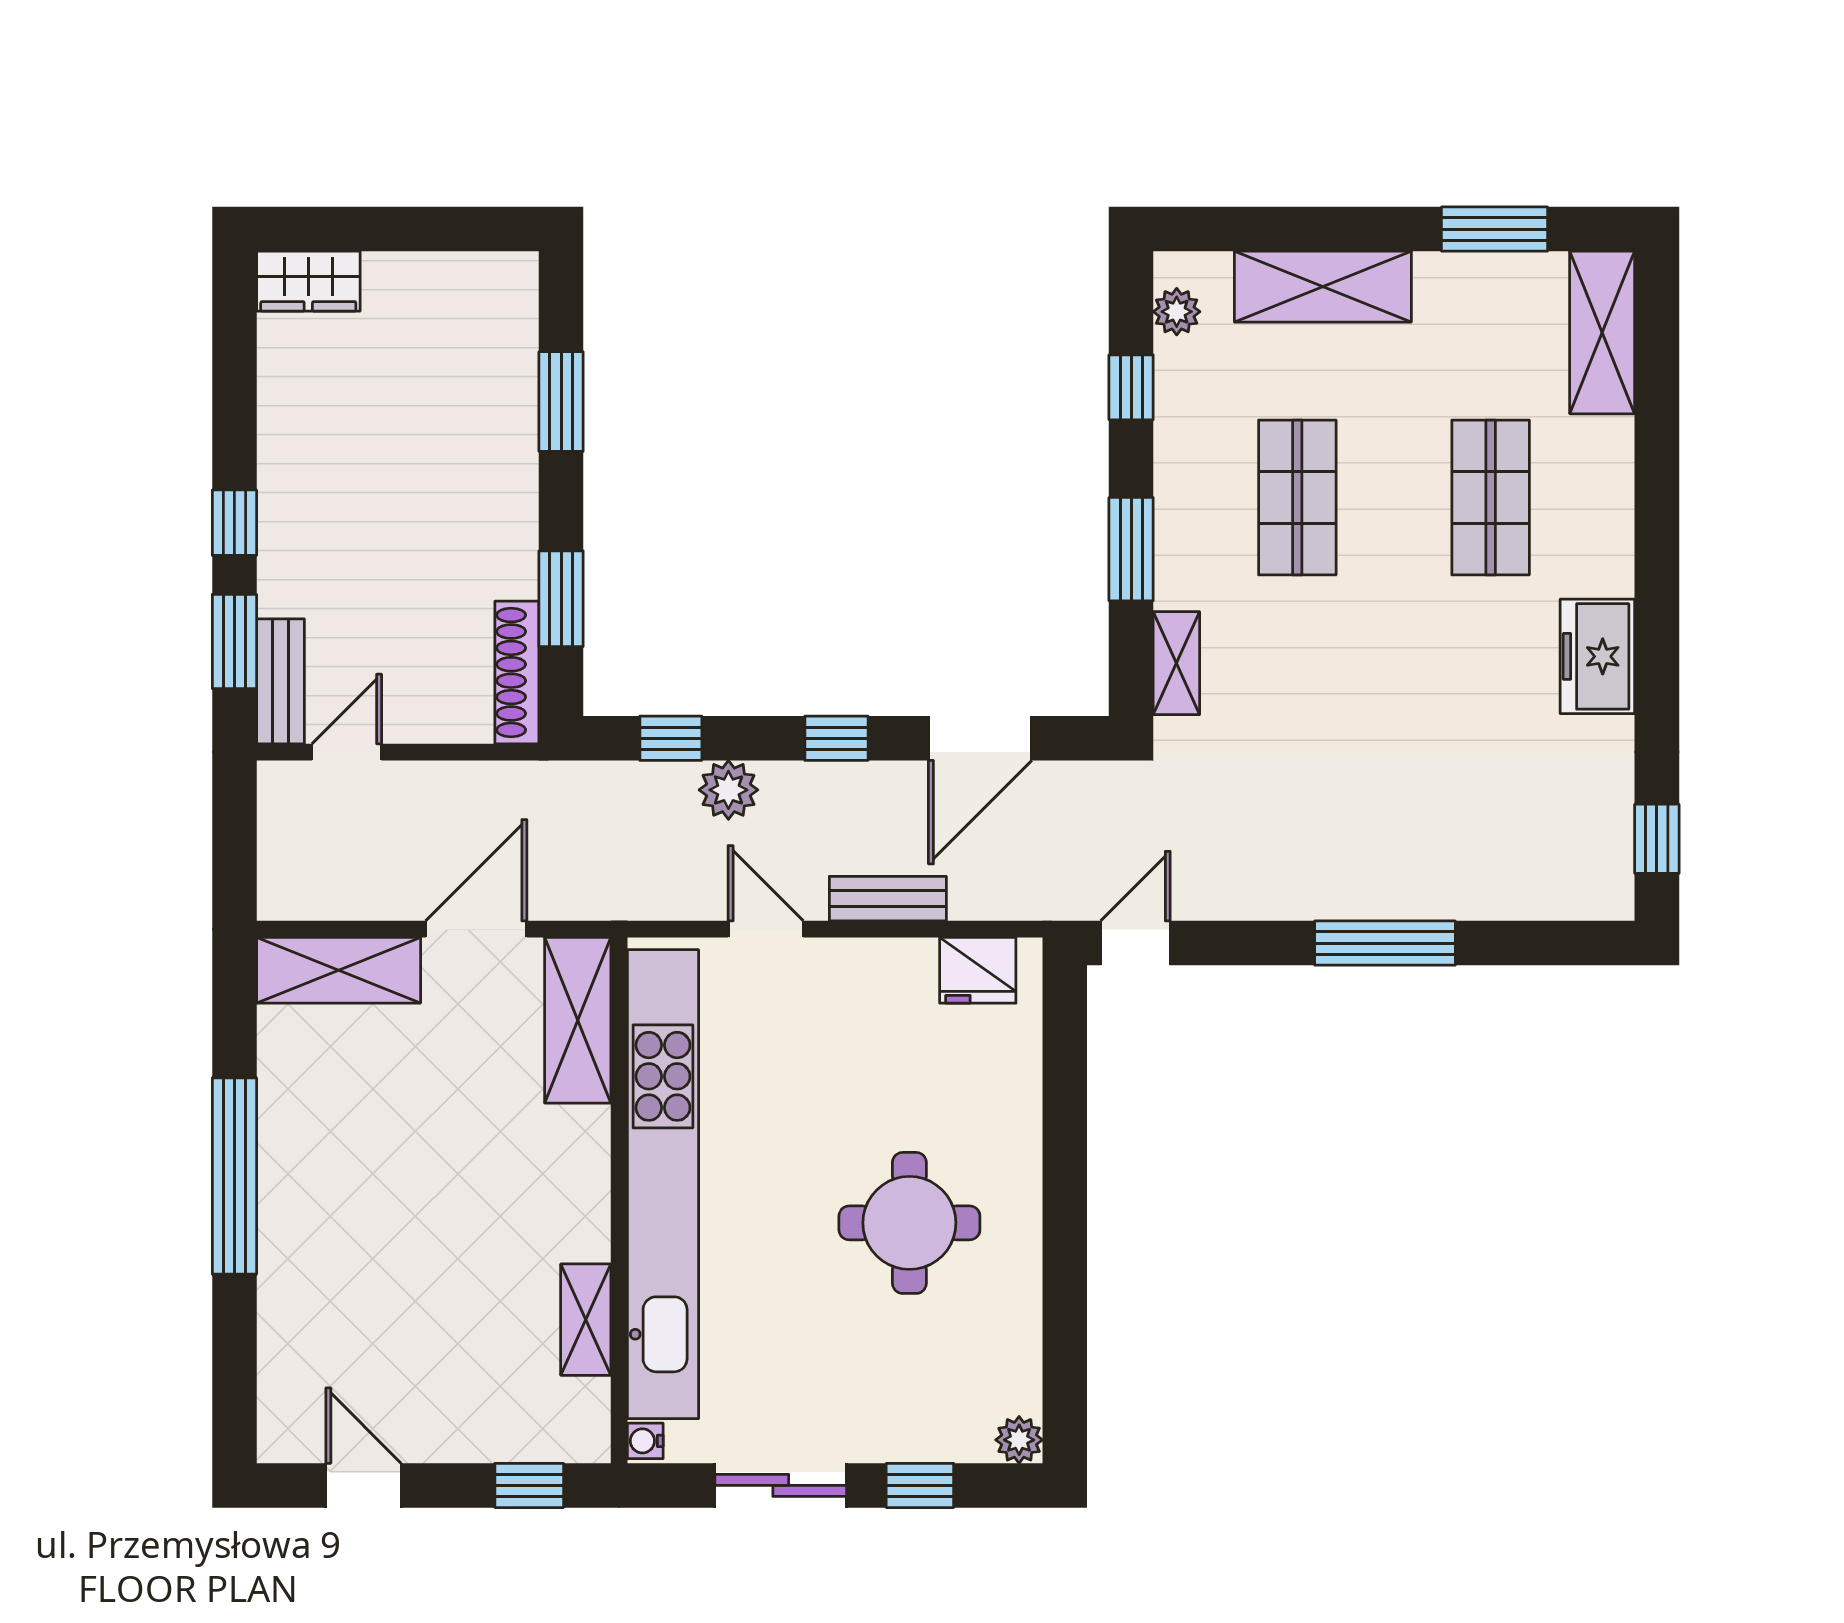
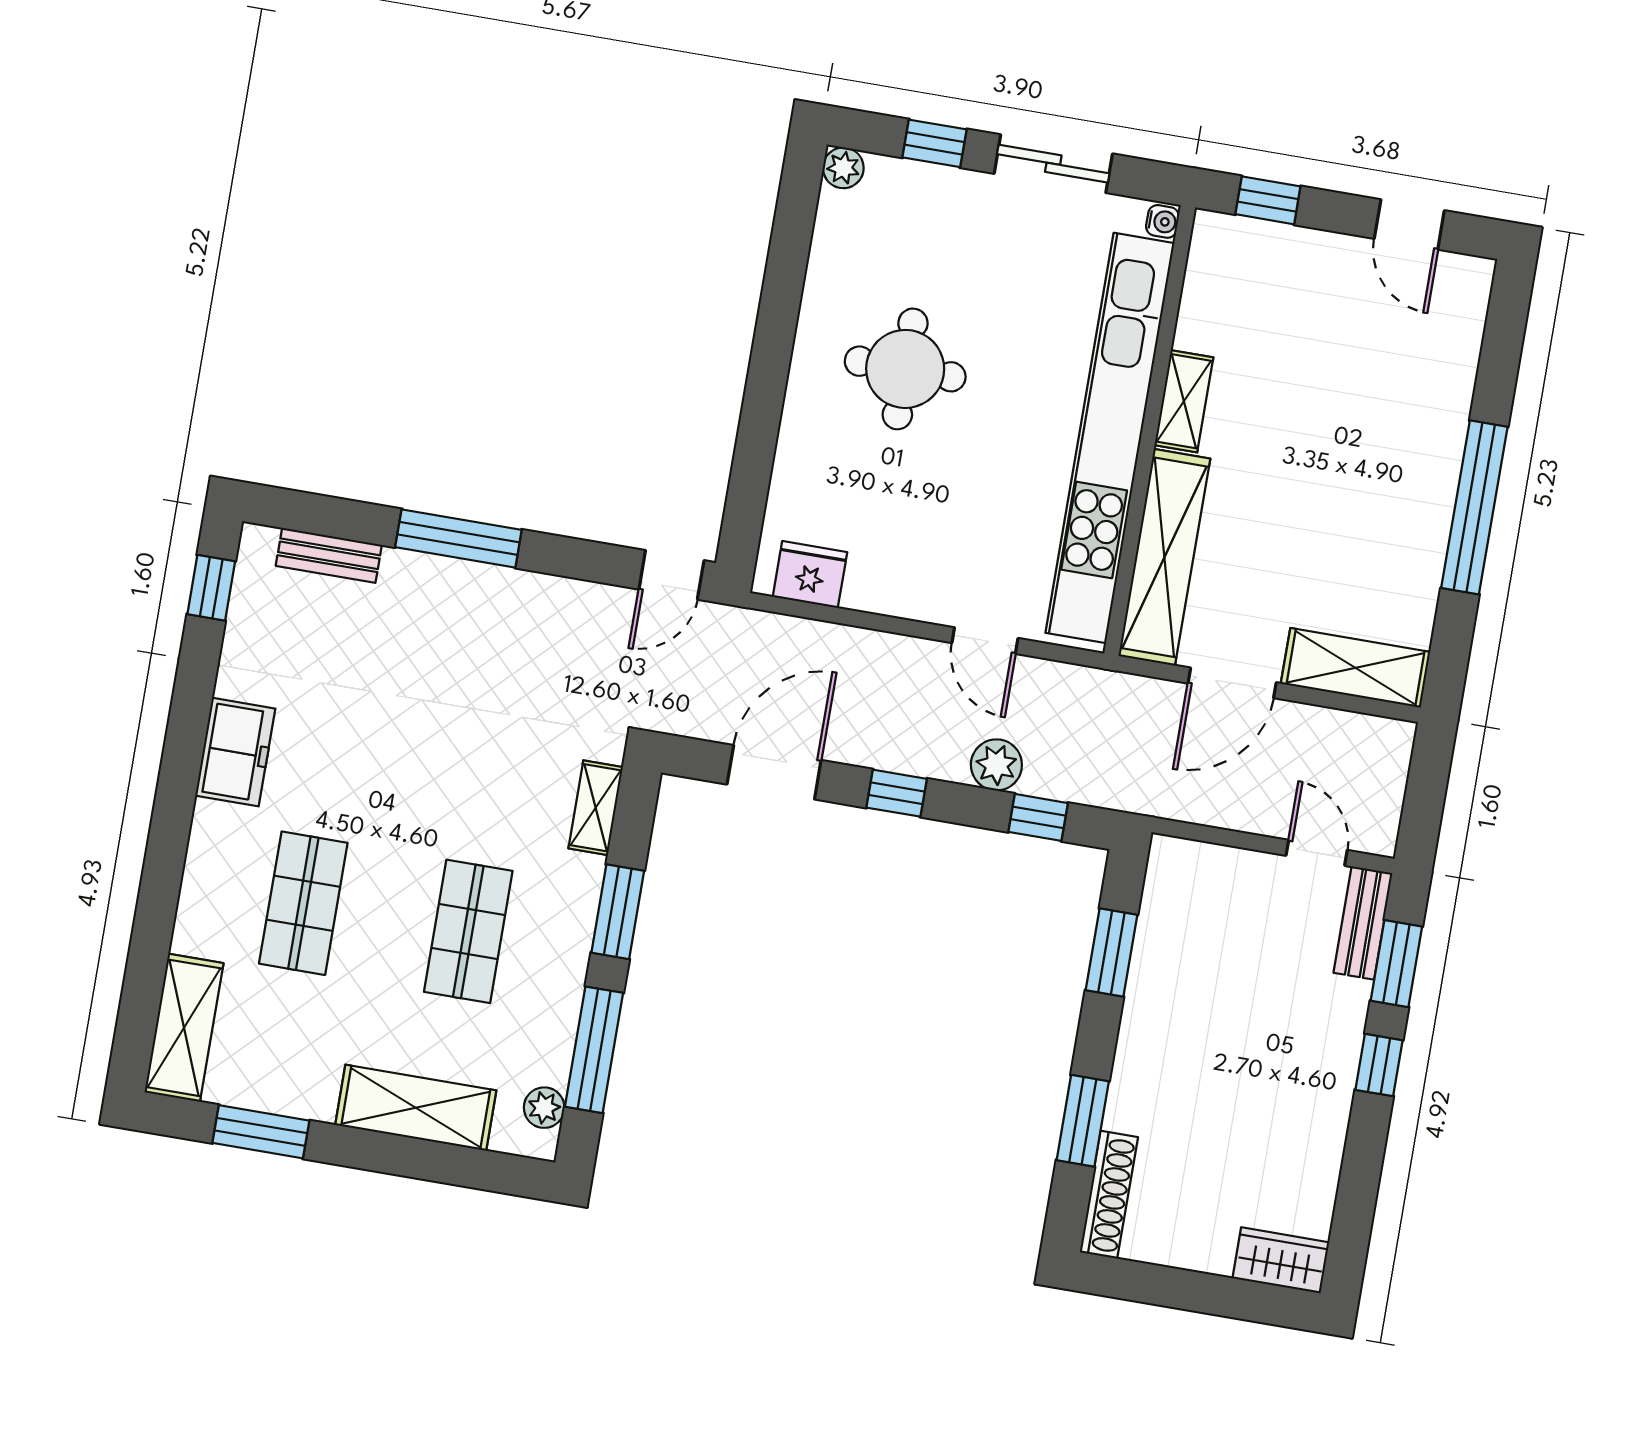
window: (1131, 387) -> (594, 1050), width x2.17
shoe rack: (517, 672) -> (1109, 1195), moved
door: (347, 752) -> (1317, 853), swing flipped
bench: (888, 899) -> (329, 555), moved
shelving: (578, 1020) -> (1164, 557), width x1.47
shelving: (586, 1320) -> (1184, 401), moved

